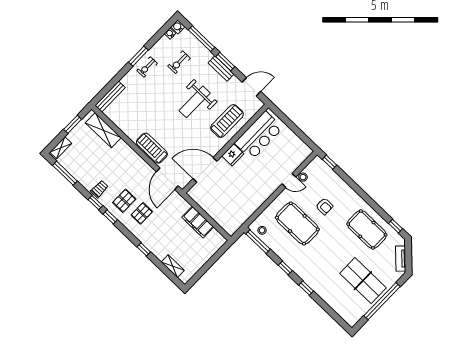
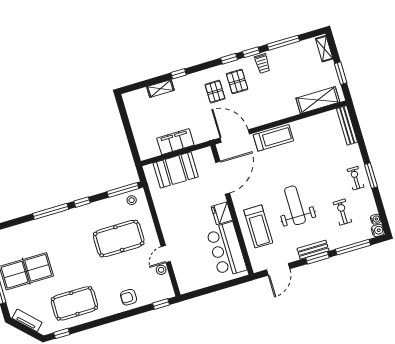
window: (65, 173) -> (283, 43), moved
armchair: (324, 206) -> (129, 297), moved
booth: (219, 210) -> (176, 170), added
shelving: (173, 266) -> (160, 88), moved
window: (306, 288) -> (51, 211), width x2.17

